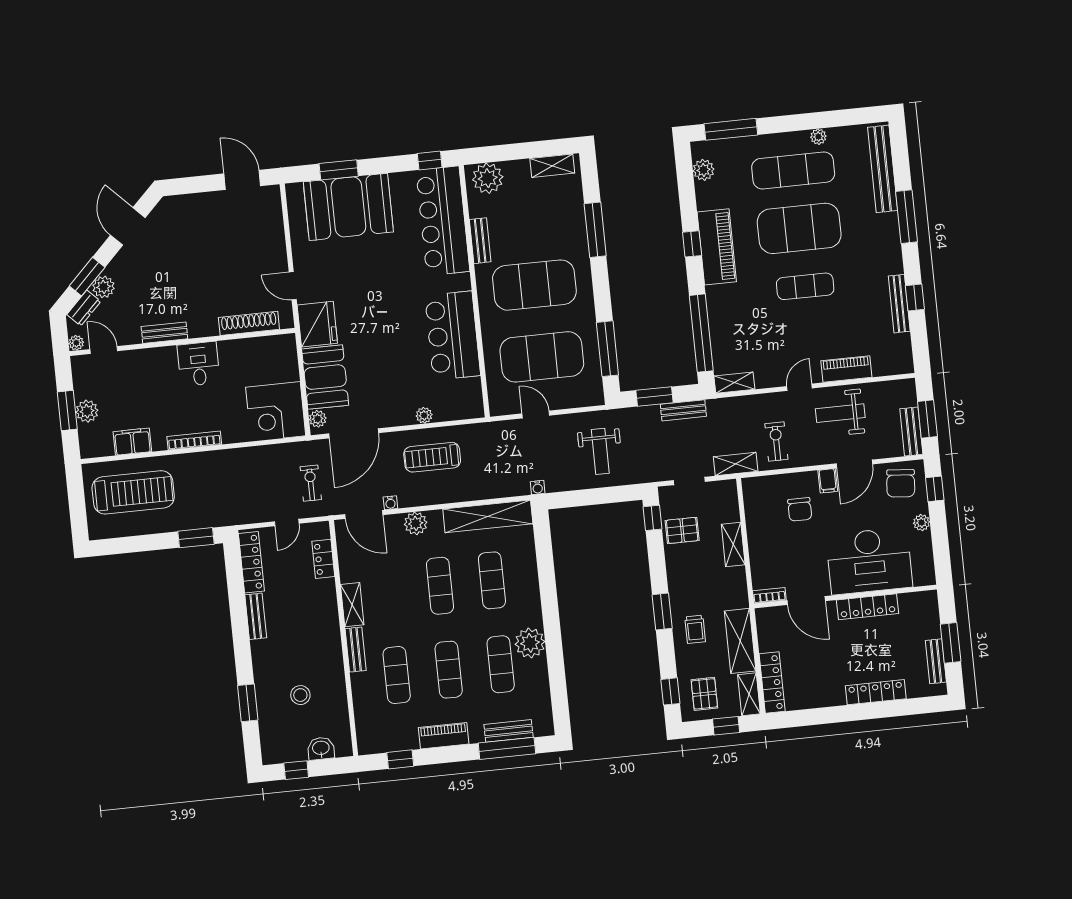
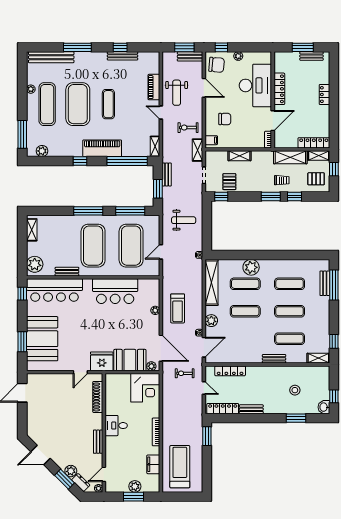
window: (595, 230) -> (88, 211), moved
piano: (717, 247) -> (102, 148), moved
filing cabinet: (828, 481) -> (211, 140), moved
locker: (323, 559) -> (230, 371), width x1.53
shelving: (352, 605) -> (318, 358), moved
plant: (530, 643) -> (251, 267), moved
window: (670, 691) -> (295, 196), moved
locker: (876, 692) -> (324, 95), width x0.66
piano: (444, 736) -> (324, 317), removed
washbasin: (321, 748) -> (324, 407), moved

